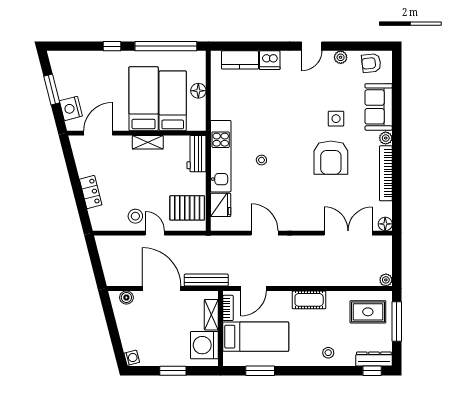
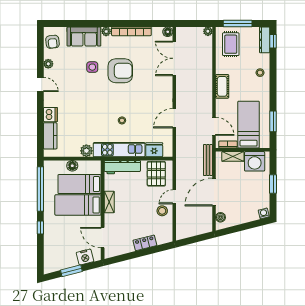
plant: (219, 110) -> (86, 151), added
workbench: (196, 154) -> (122, 167), width x1.38

